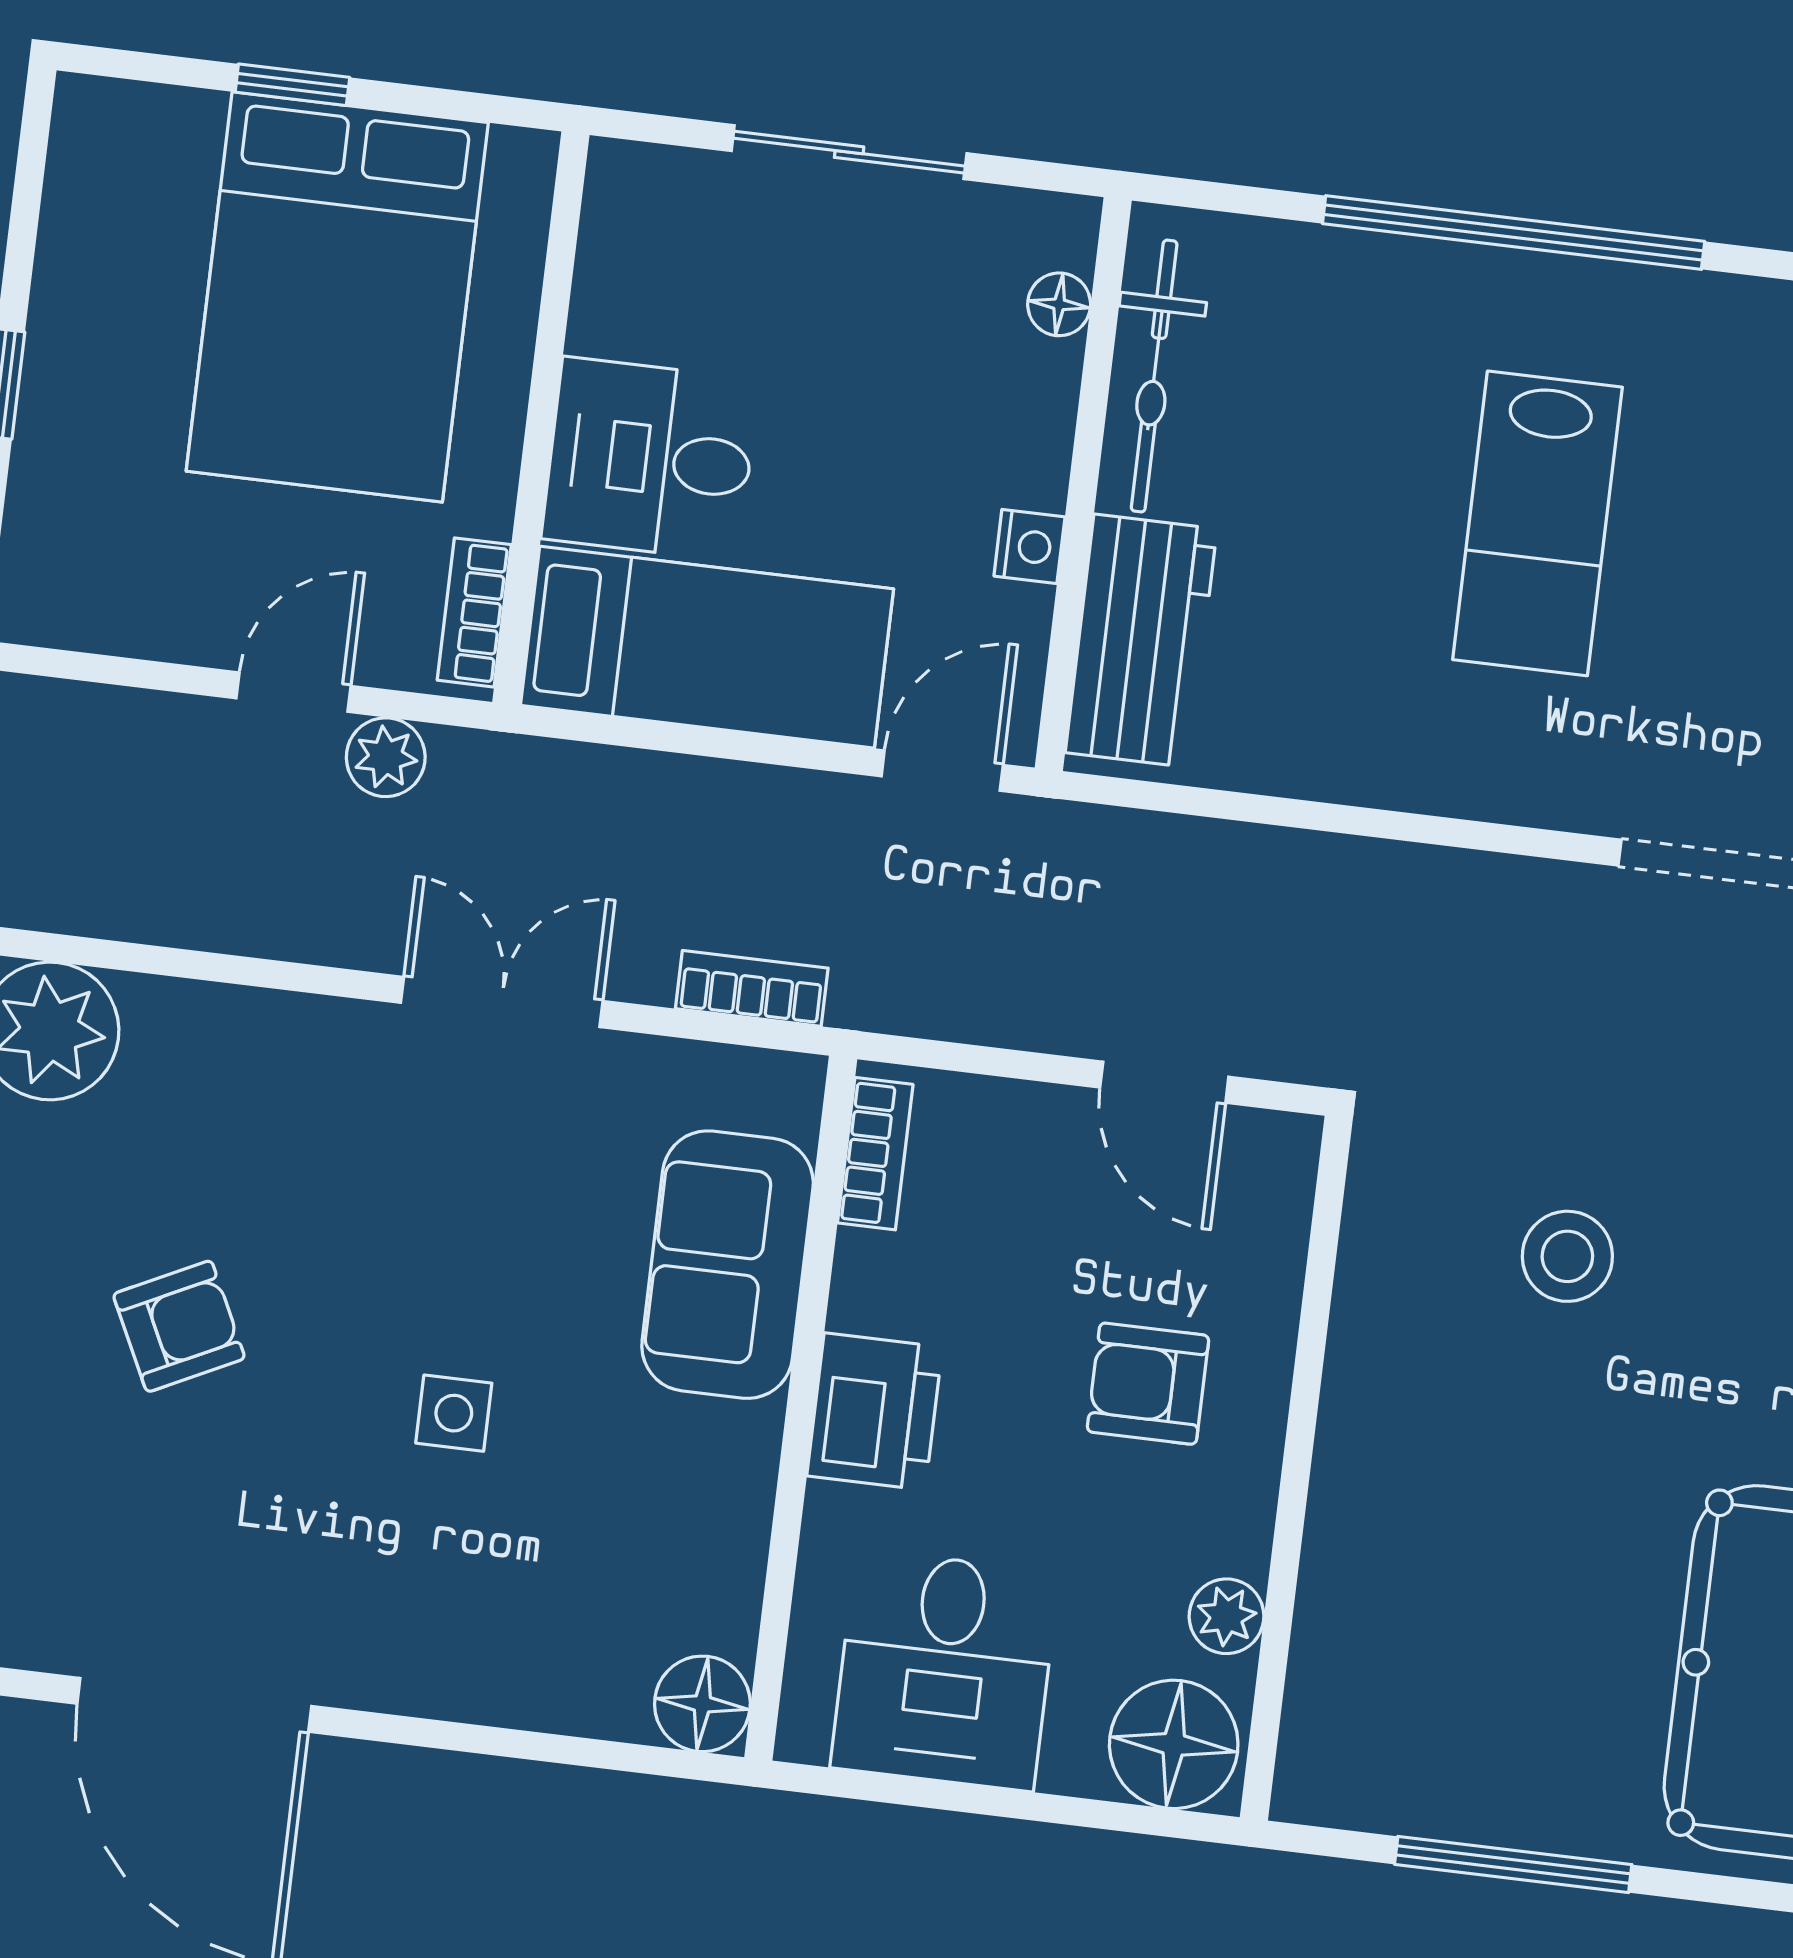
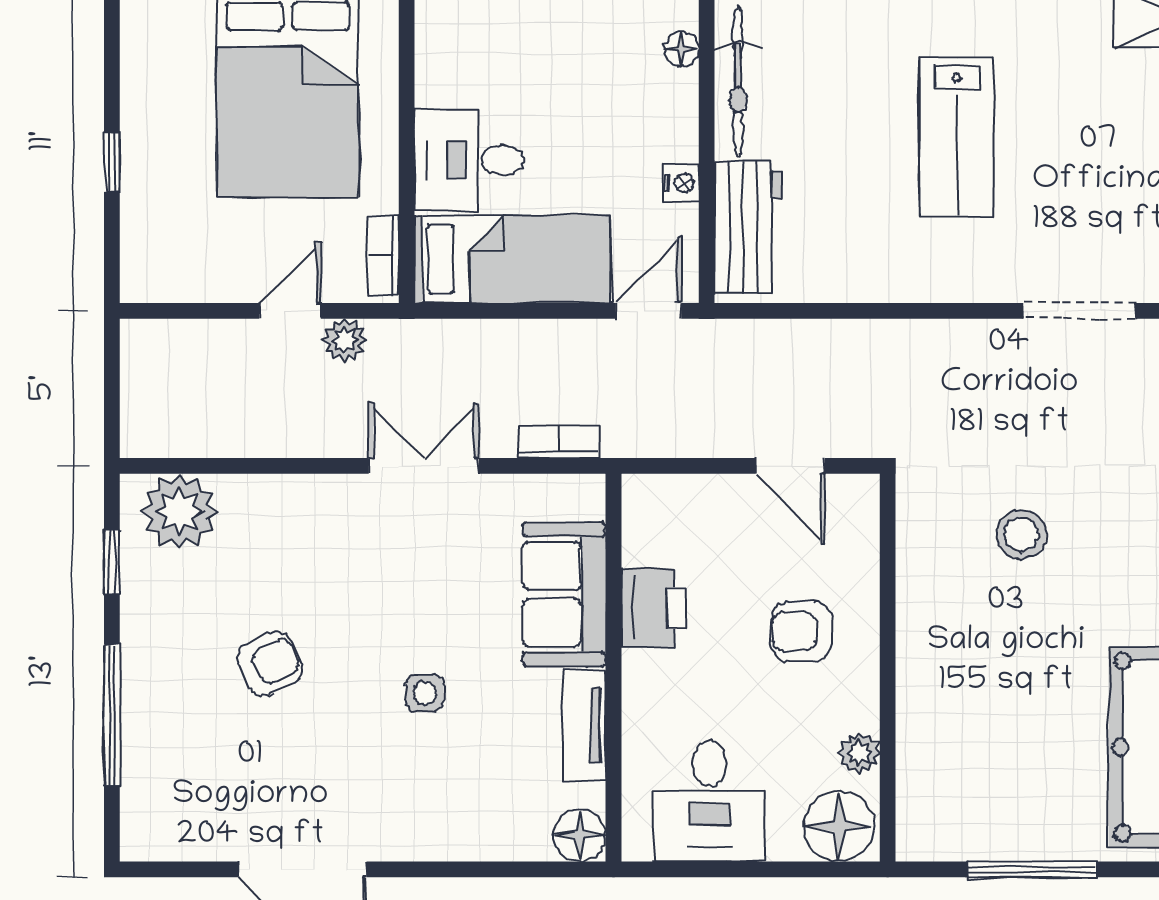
bookcase: (875, 1154) -> (637, 524), removed
printer: (875, 1411) -> (654, 608), moved
tv unit: (736, 1506) -> (585, 725), added

